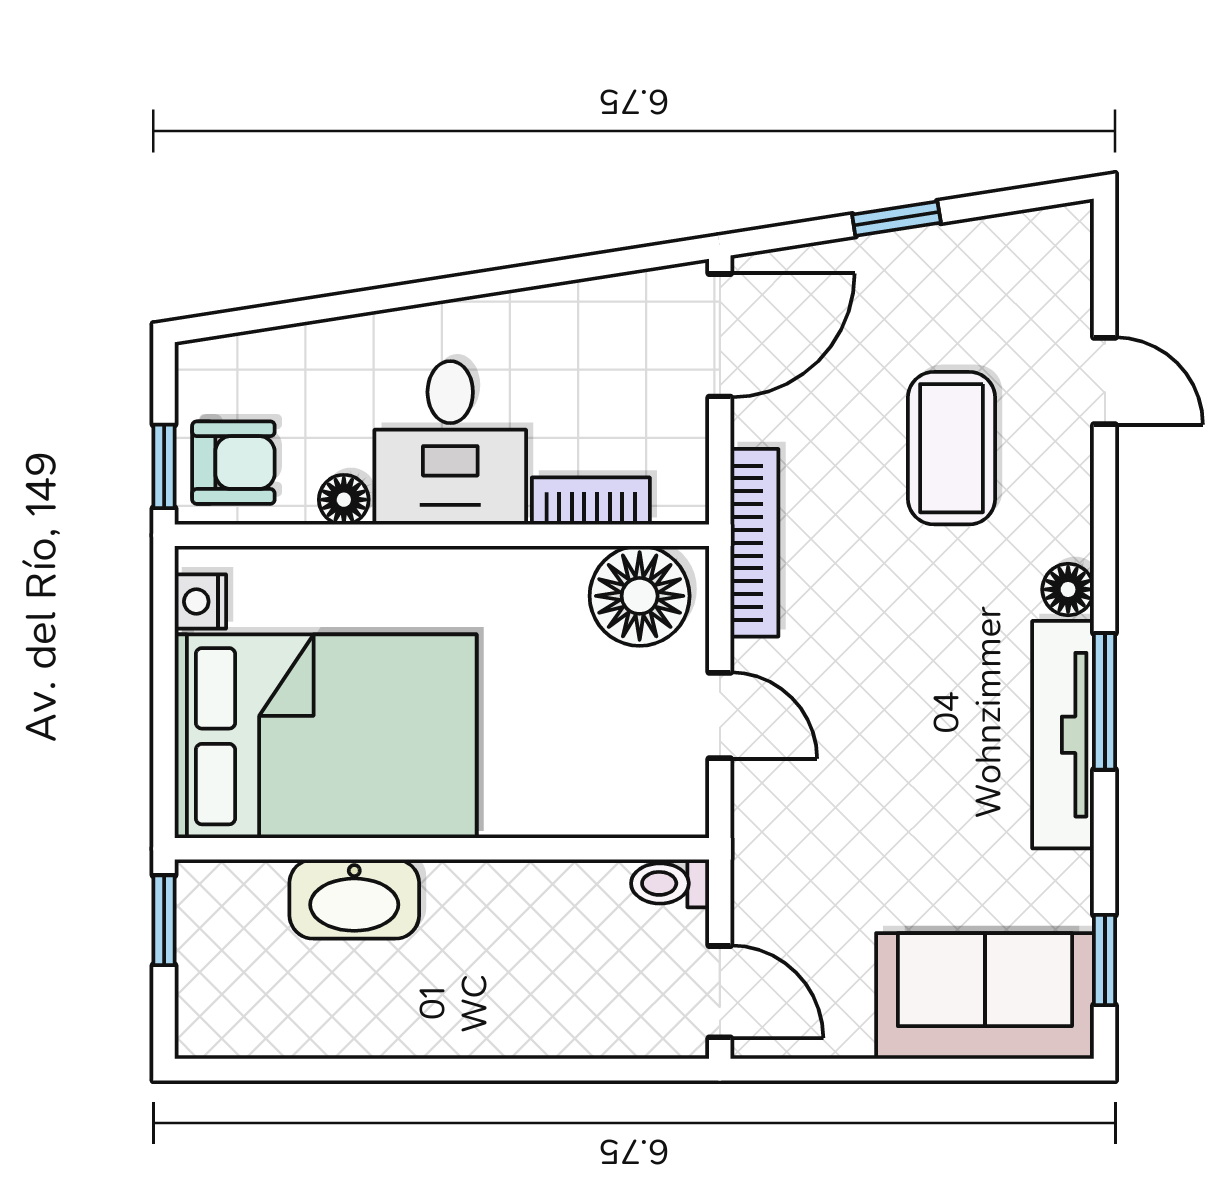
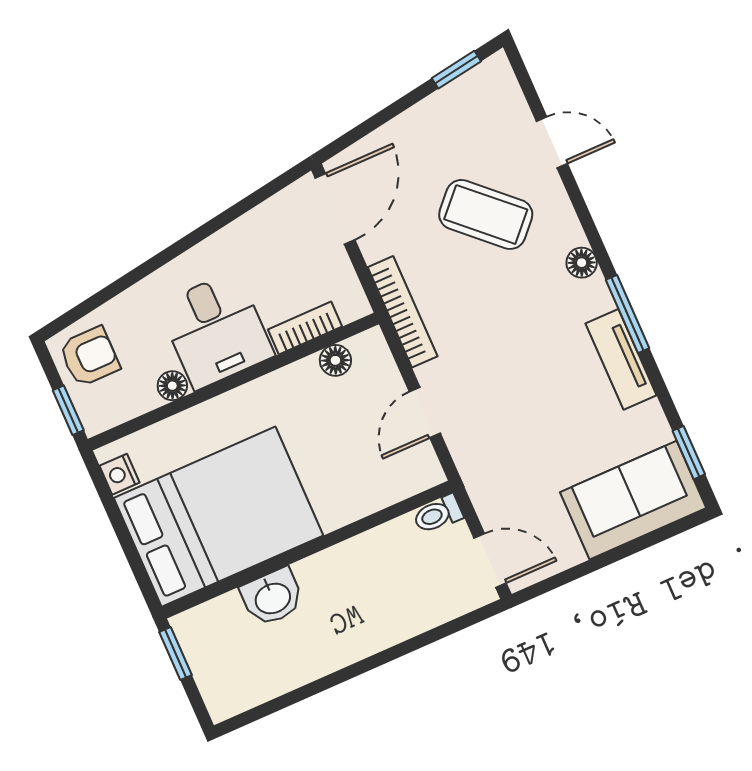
window: (896, 219) -> (456, 70), moved
coffee table: (952, 448) -> (486, 214), turned -47
armchair: (233, 463) -> (89, 357), moved
floor lamp: (640, 596) -> (335, 360), width x0.53, depth x0.53
door: (720, 716) -> (425, 413), swing flipped
tv unit: (1063, 735) -> (621, 359), width x0.71
washbasin: (354, 899) -> (272, 597), width x0.72

